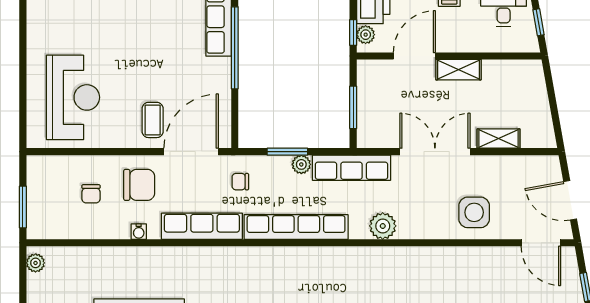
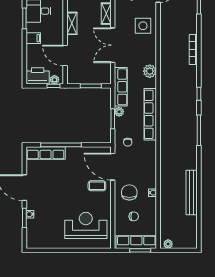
shelving: (458, 70) -> (72, 23), moved
row of seats: (202, 226) -> (136, 242), moved, turned 90

